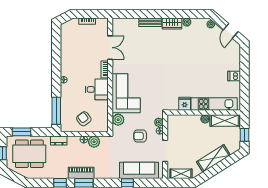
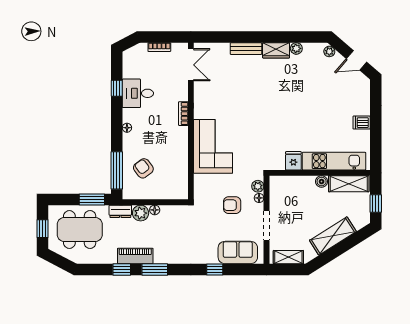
door: (231, 31) -> (357, 60), hinge flipped
double door: (110, 48) -> (191, 65), moved
window: (56, 51) -> (117, 88), added
desk: (97, 89) -> (138, 93), moved, turned 180
armchair: (84, 119) -> (143, 168), moved
plant: (118, 120) -> (202, 183), removed
window: (22, 132) -> (92, 199), moved
plant: (94, 142) -> (141, 213), moved
sofa: (139, 170) -> (238, 252), width x0.73
piano: (81, 173) -> (135, 256), moved

